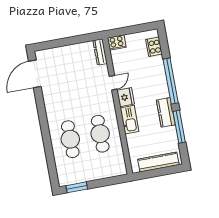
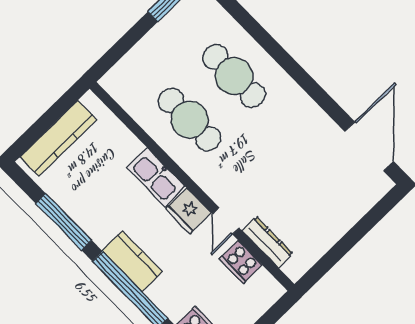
cooker: (117, 43) -> (241, 262), moved, turned -90
dresser: (100, 52) -> (267, 242), moved
kitchen counter: (166, 112) -> (132, 261), moved

